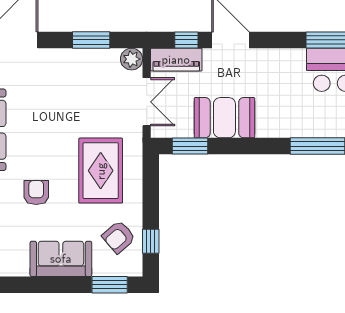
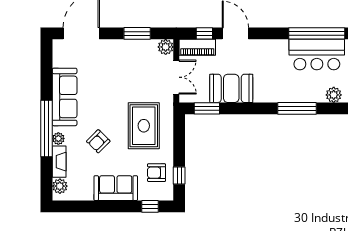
armchair: (36, 193) -> (98, 141), turned -135
armchair: (119, 237) -> (157, 173), turned 41
window: (110, 285) -> (150, 206), width x0.67

